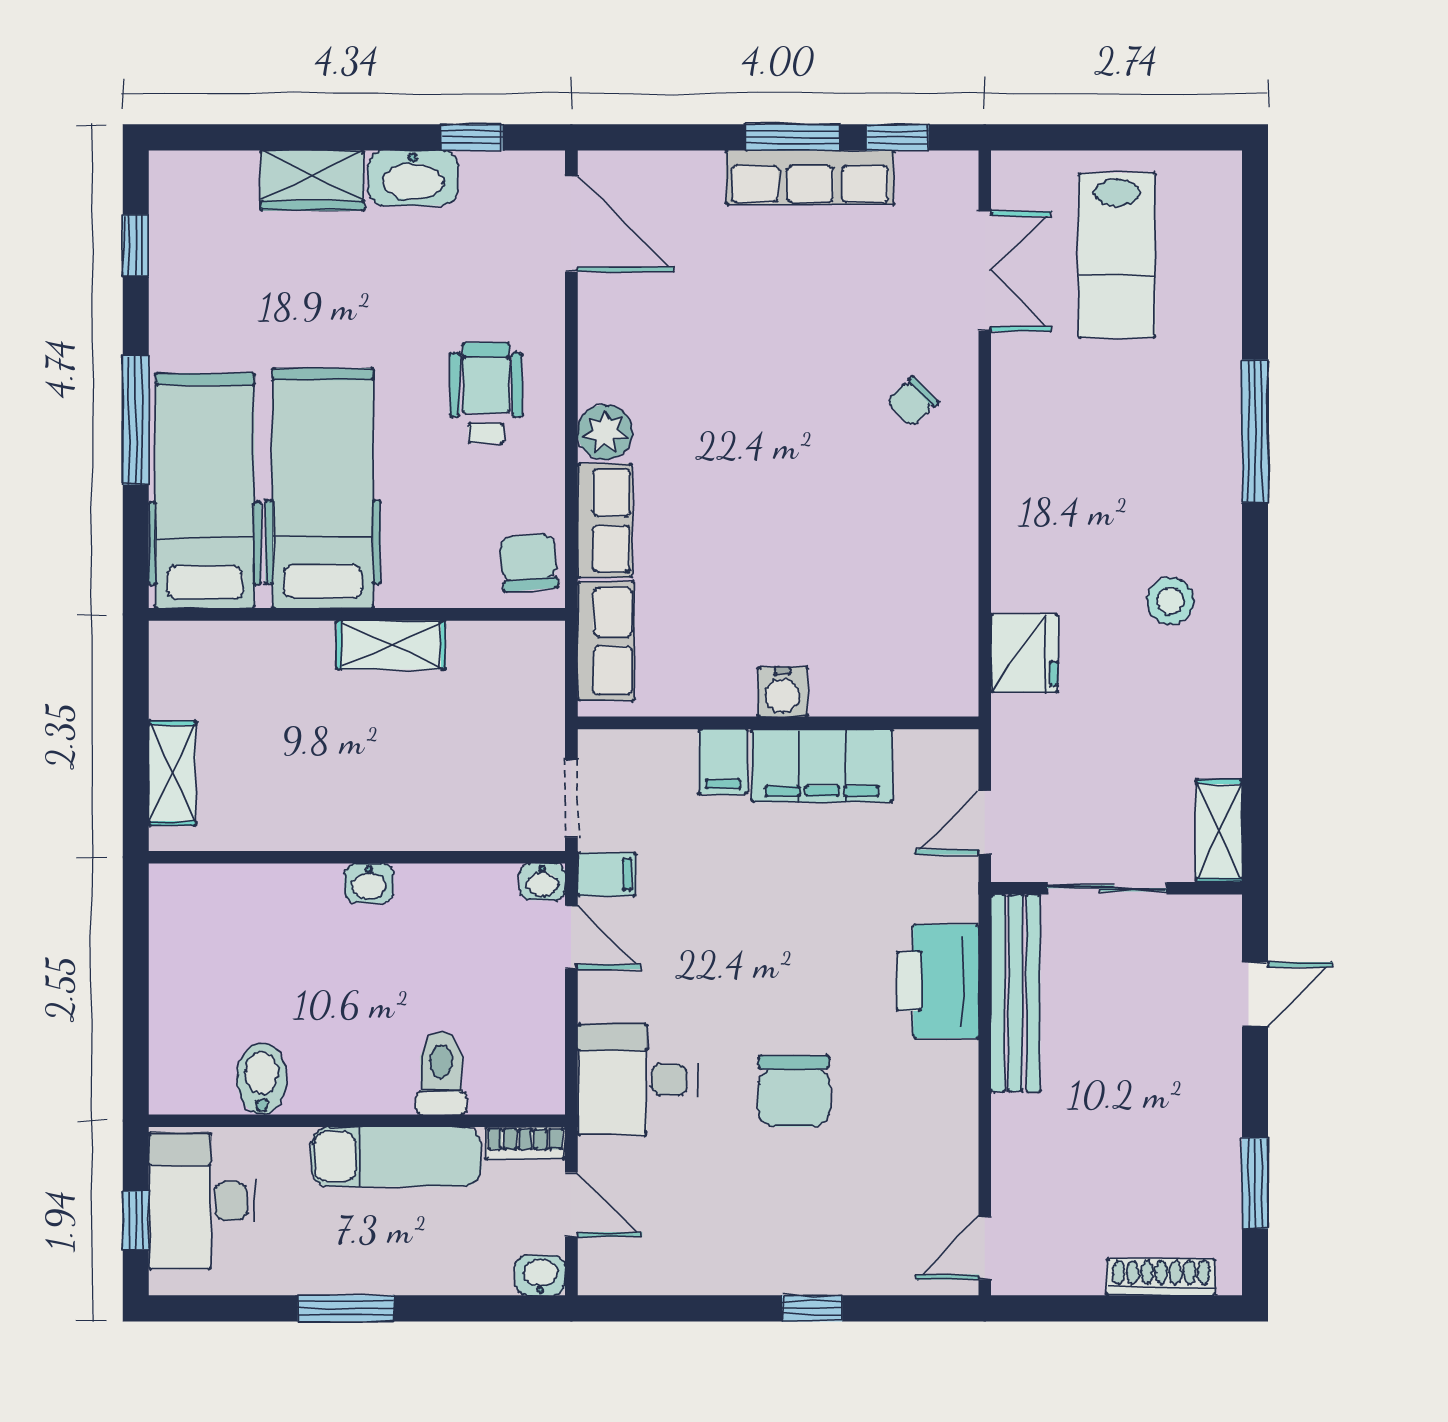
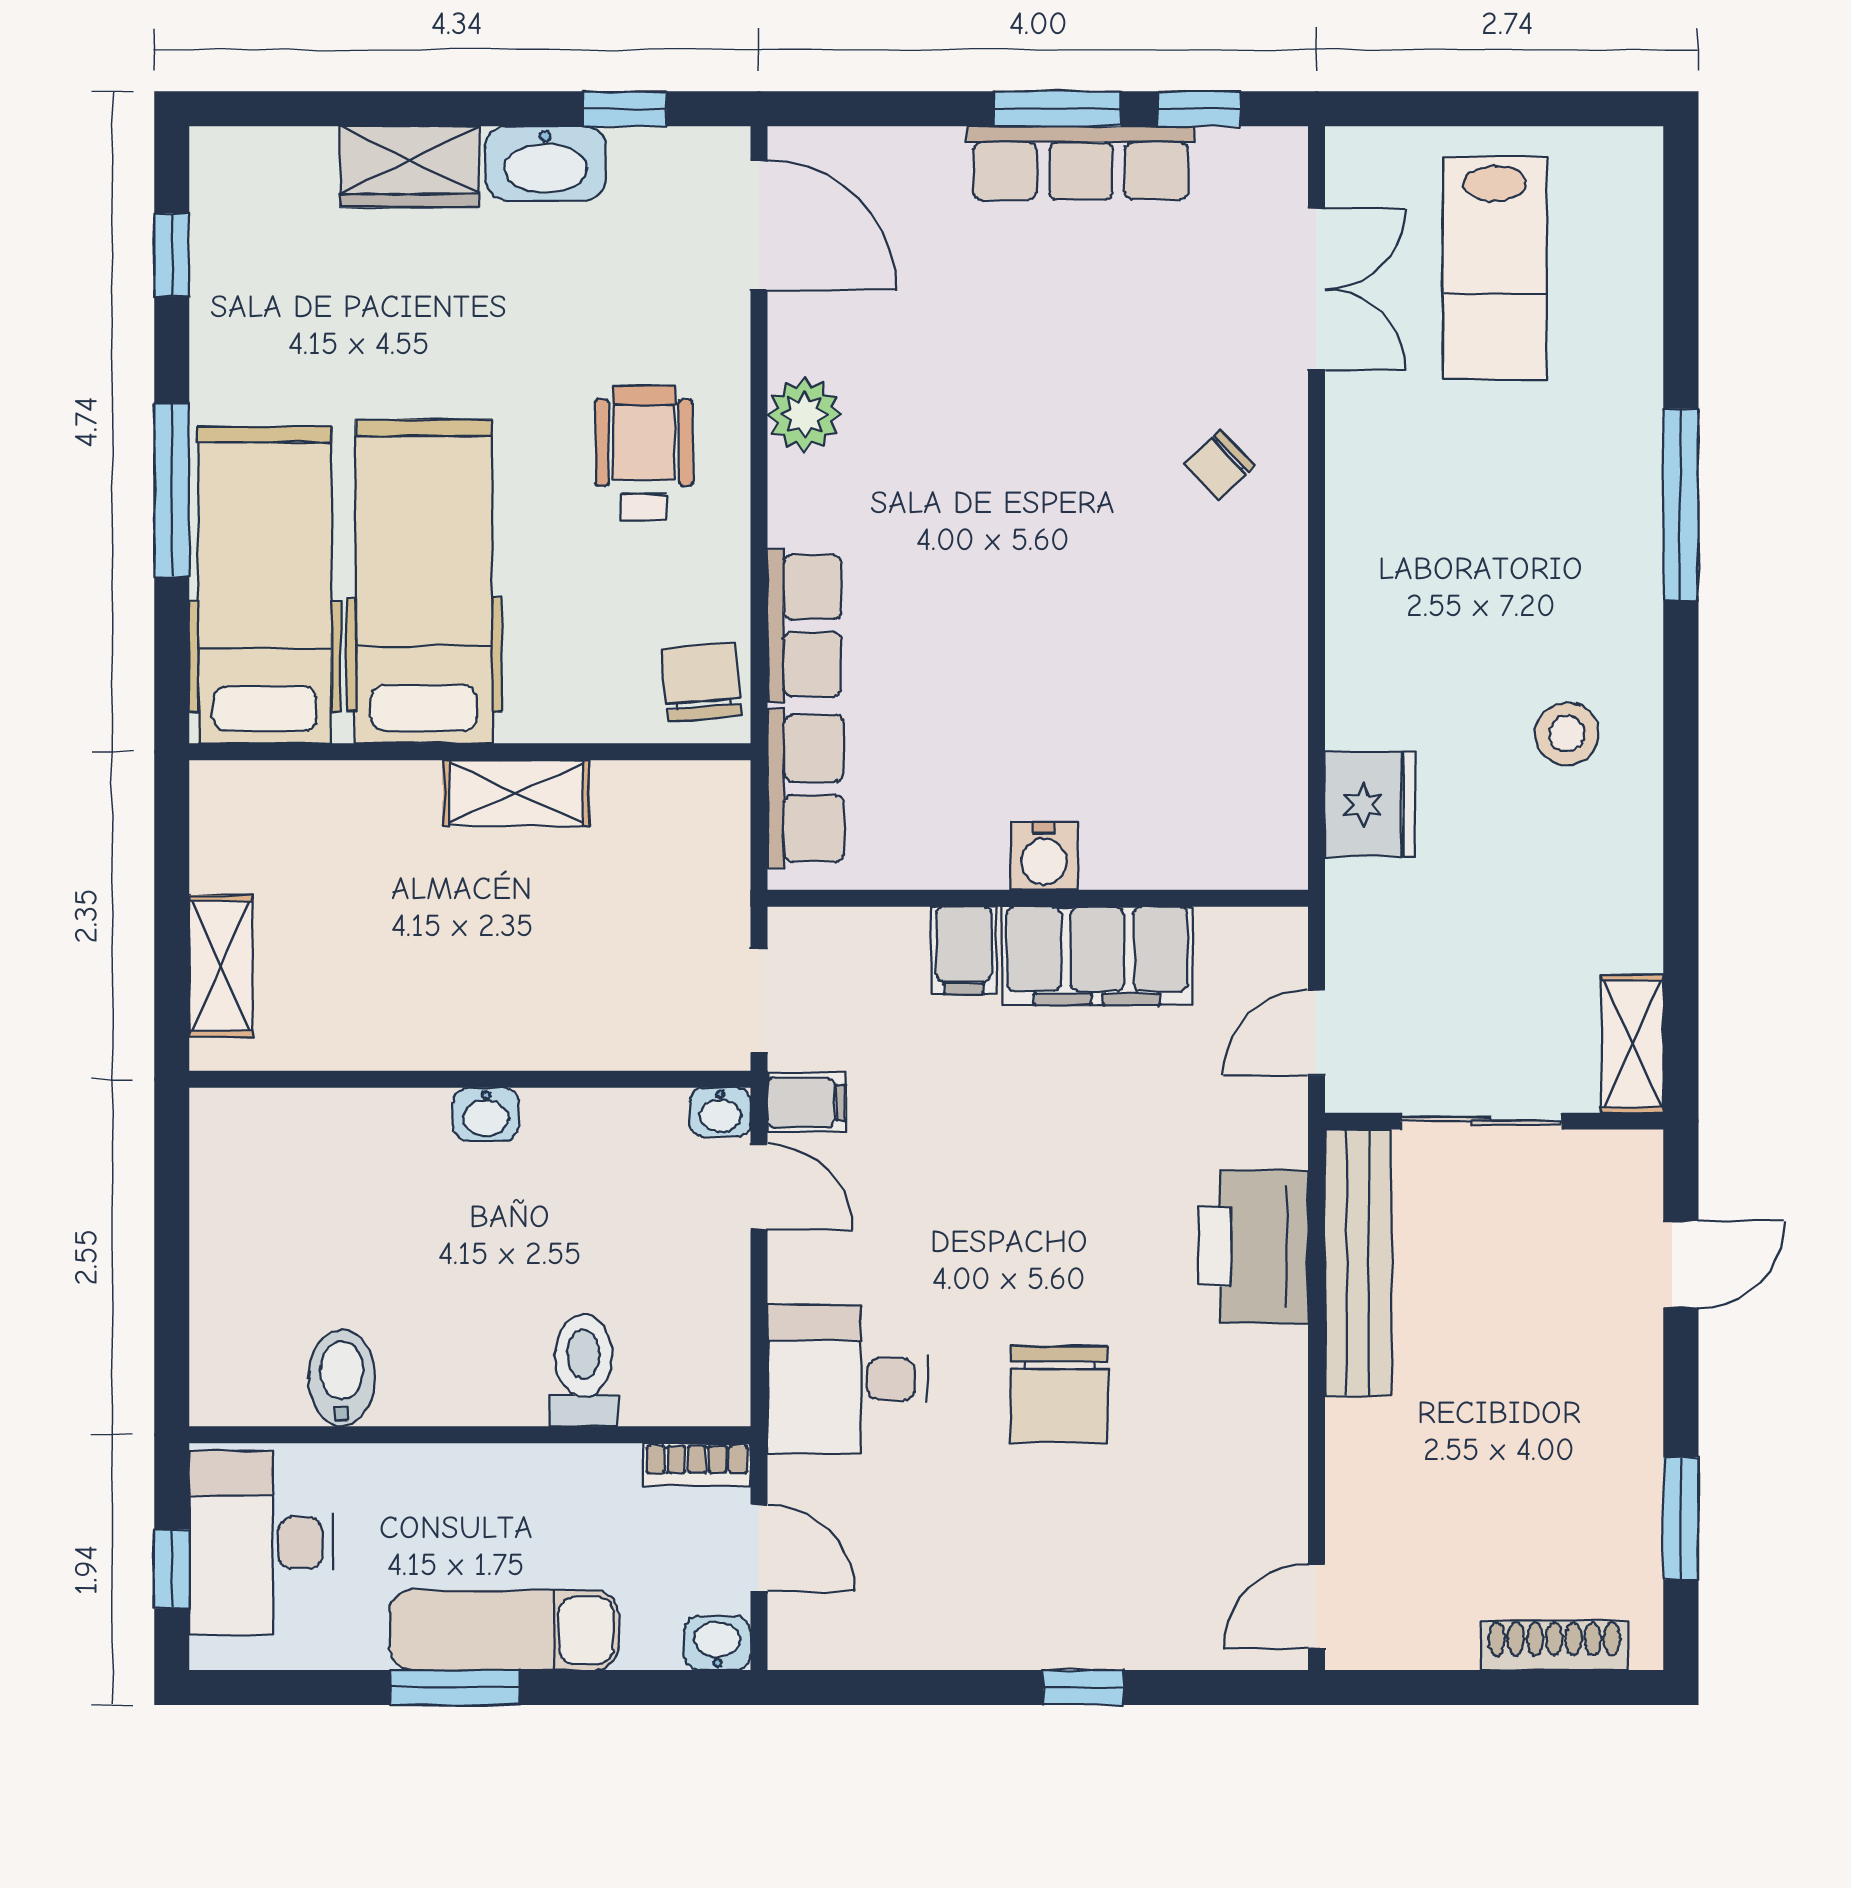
plant: (605, 432) -> (804, 414), moved
exam couch: (396, 1157) -> (504, 1630), moved, turned 180

